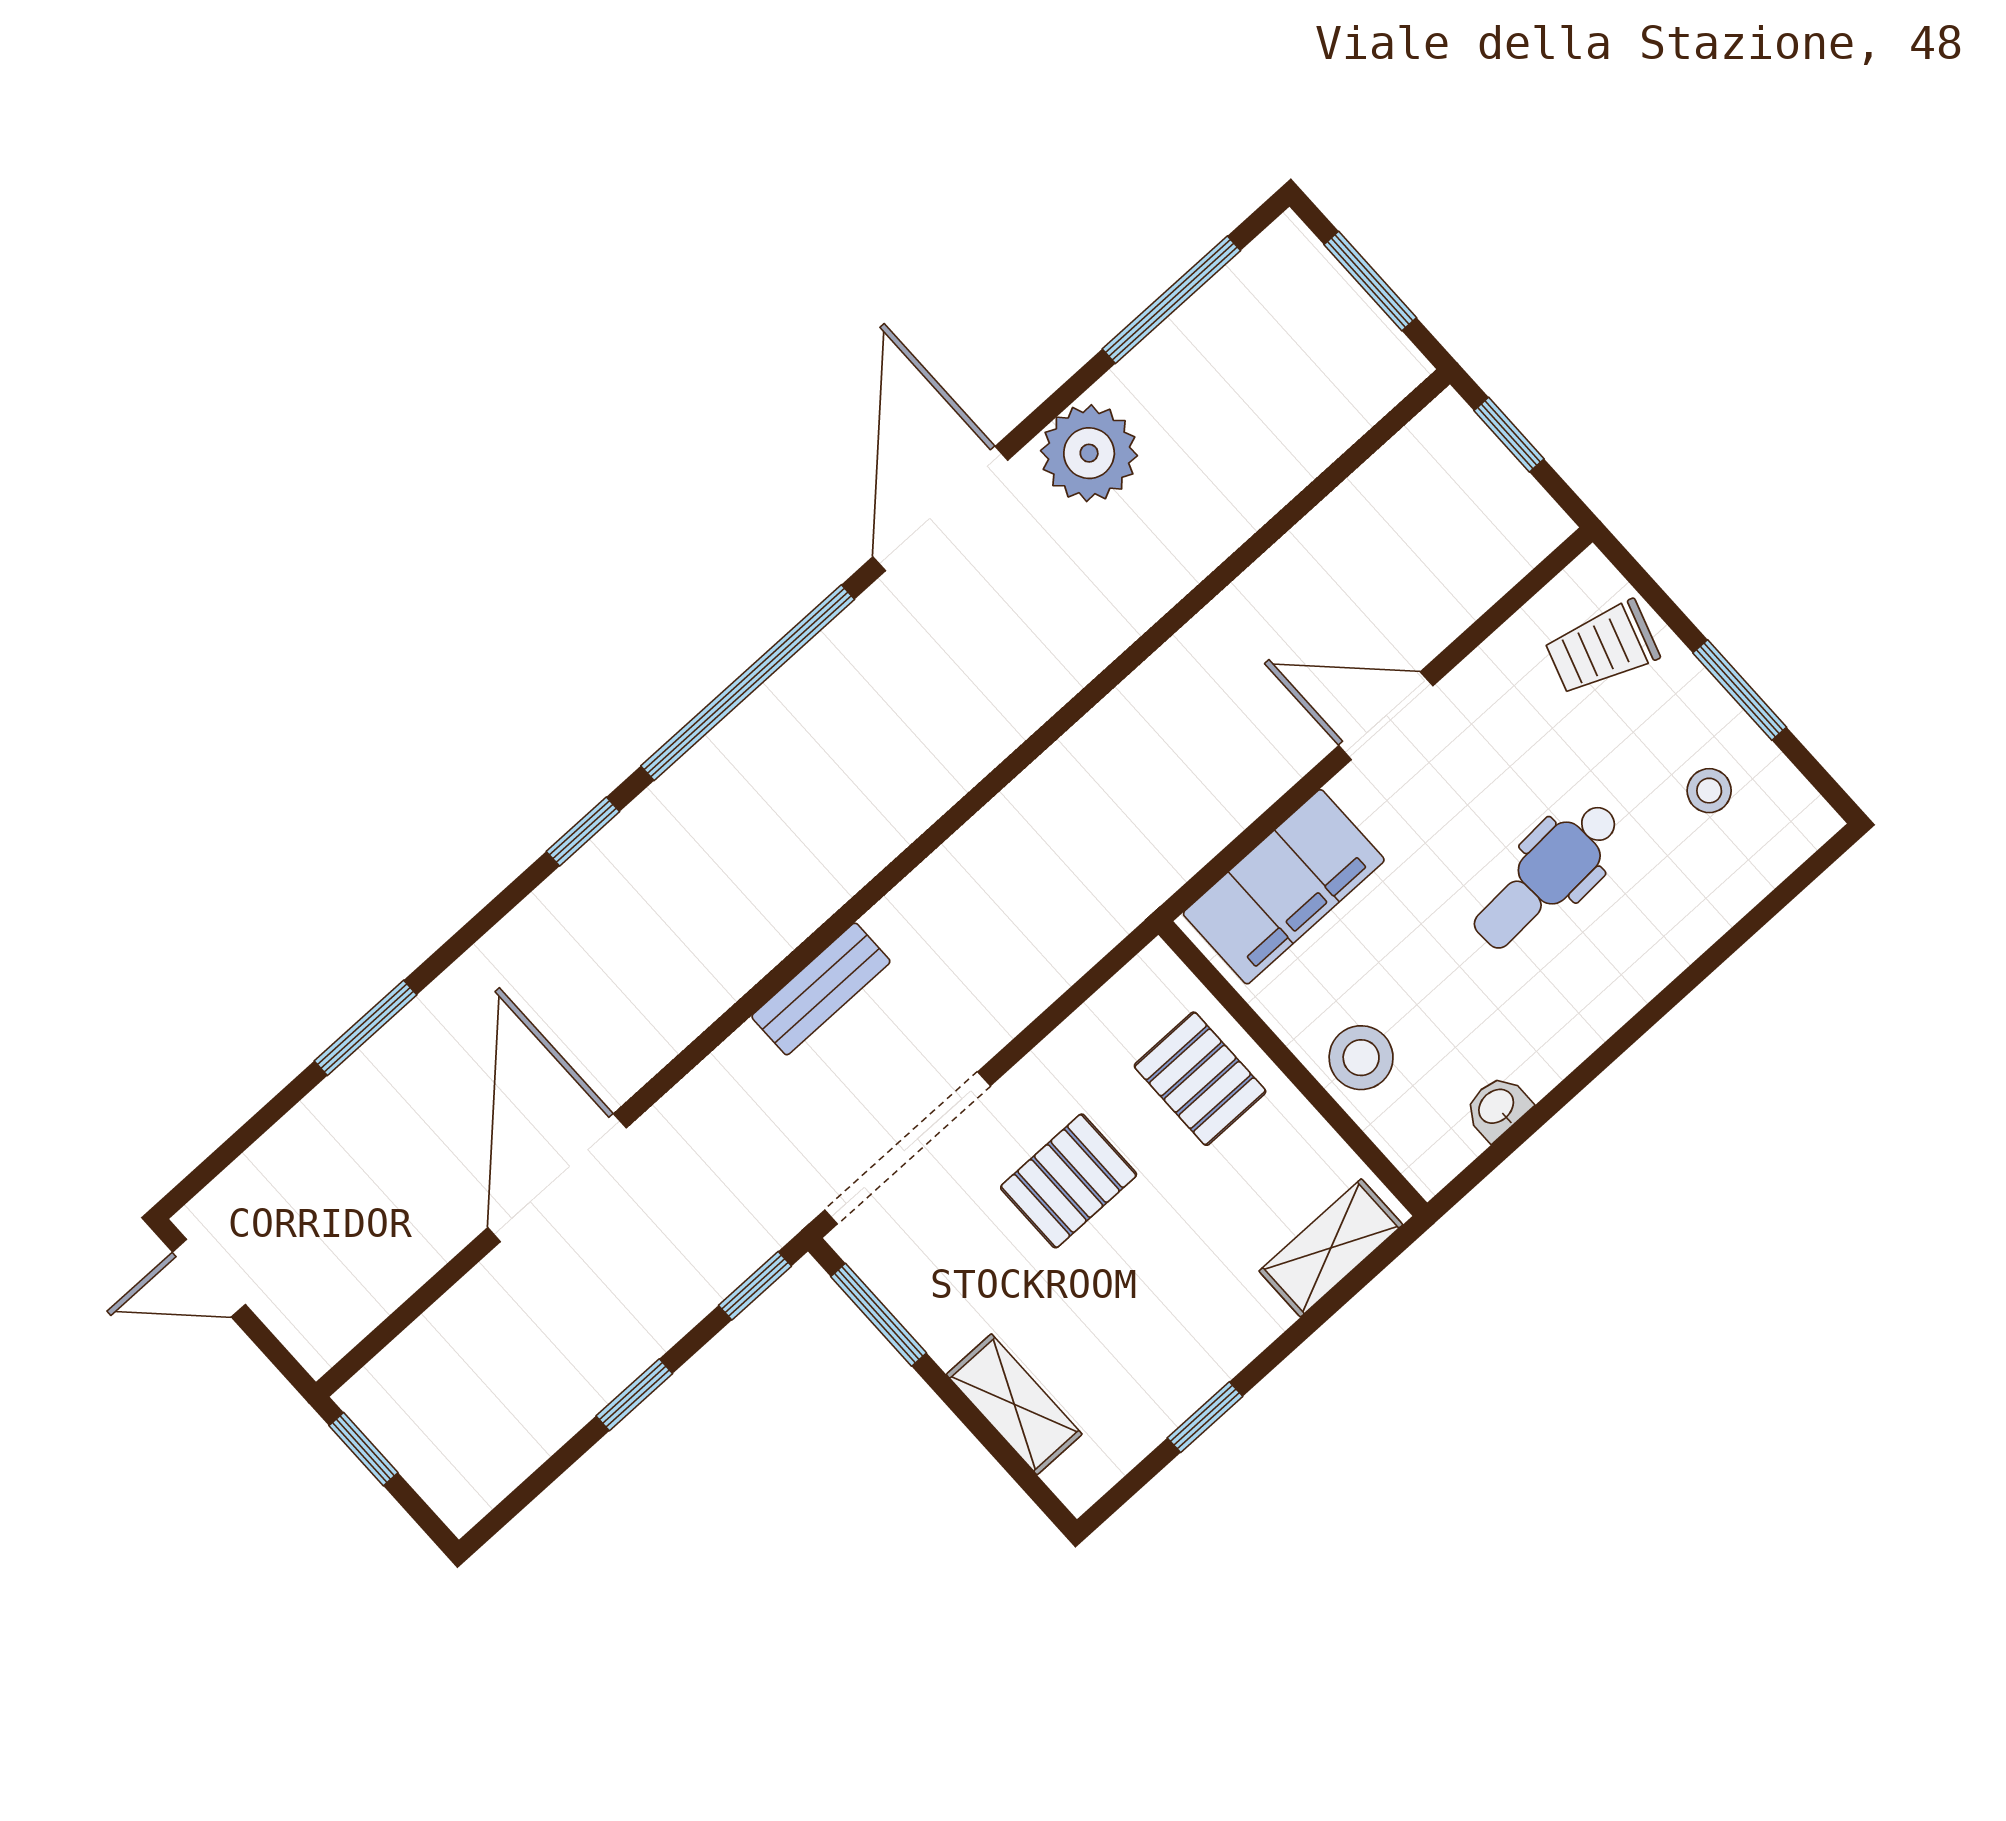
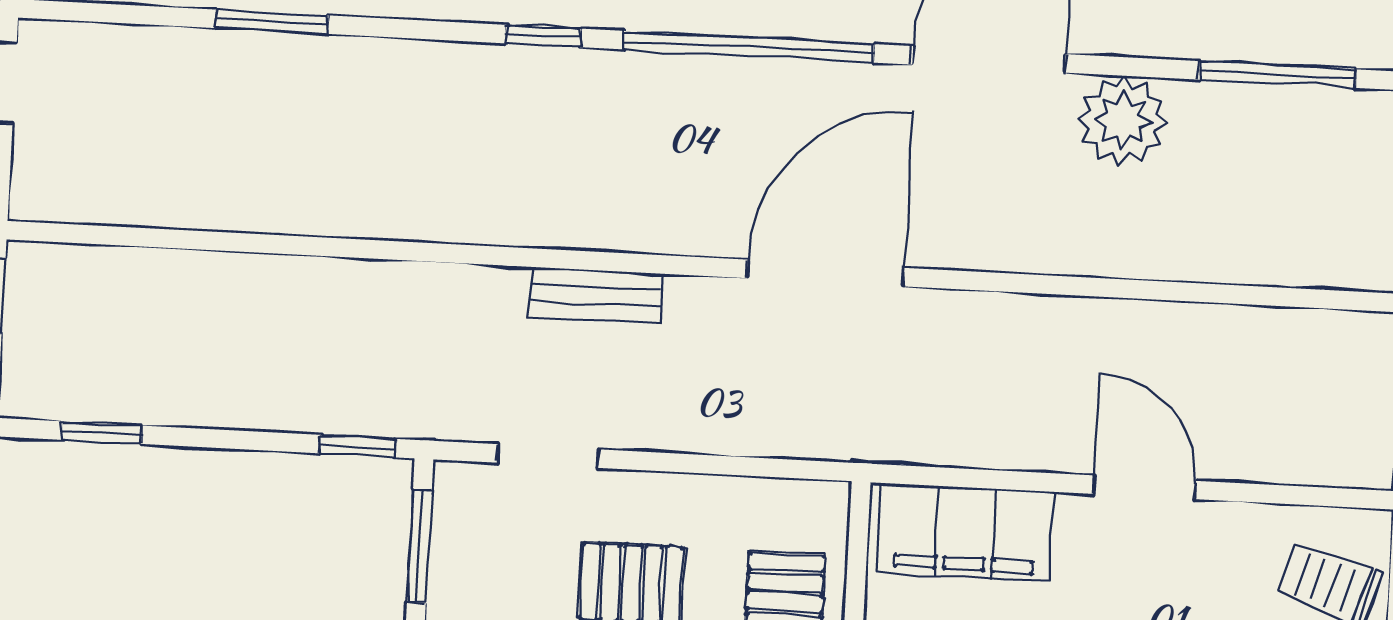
doorway: (908, 1148) -> (548, 456), width x0.53
door: (557, 1178) -> (825, 273), moved
window: (634, 1395) -> (102, 433), moved

